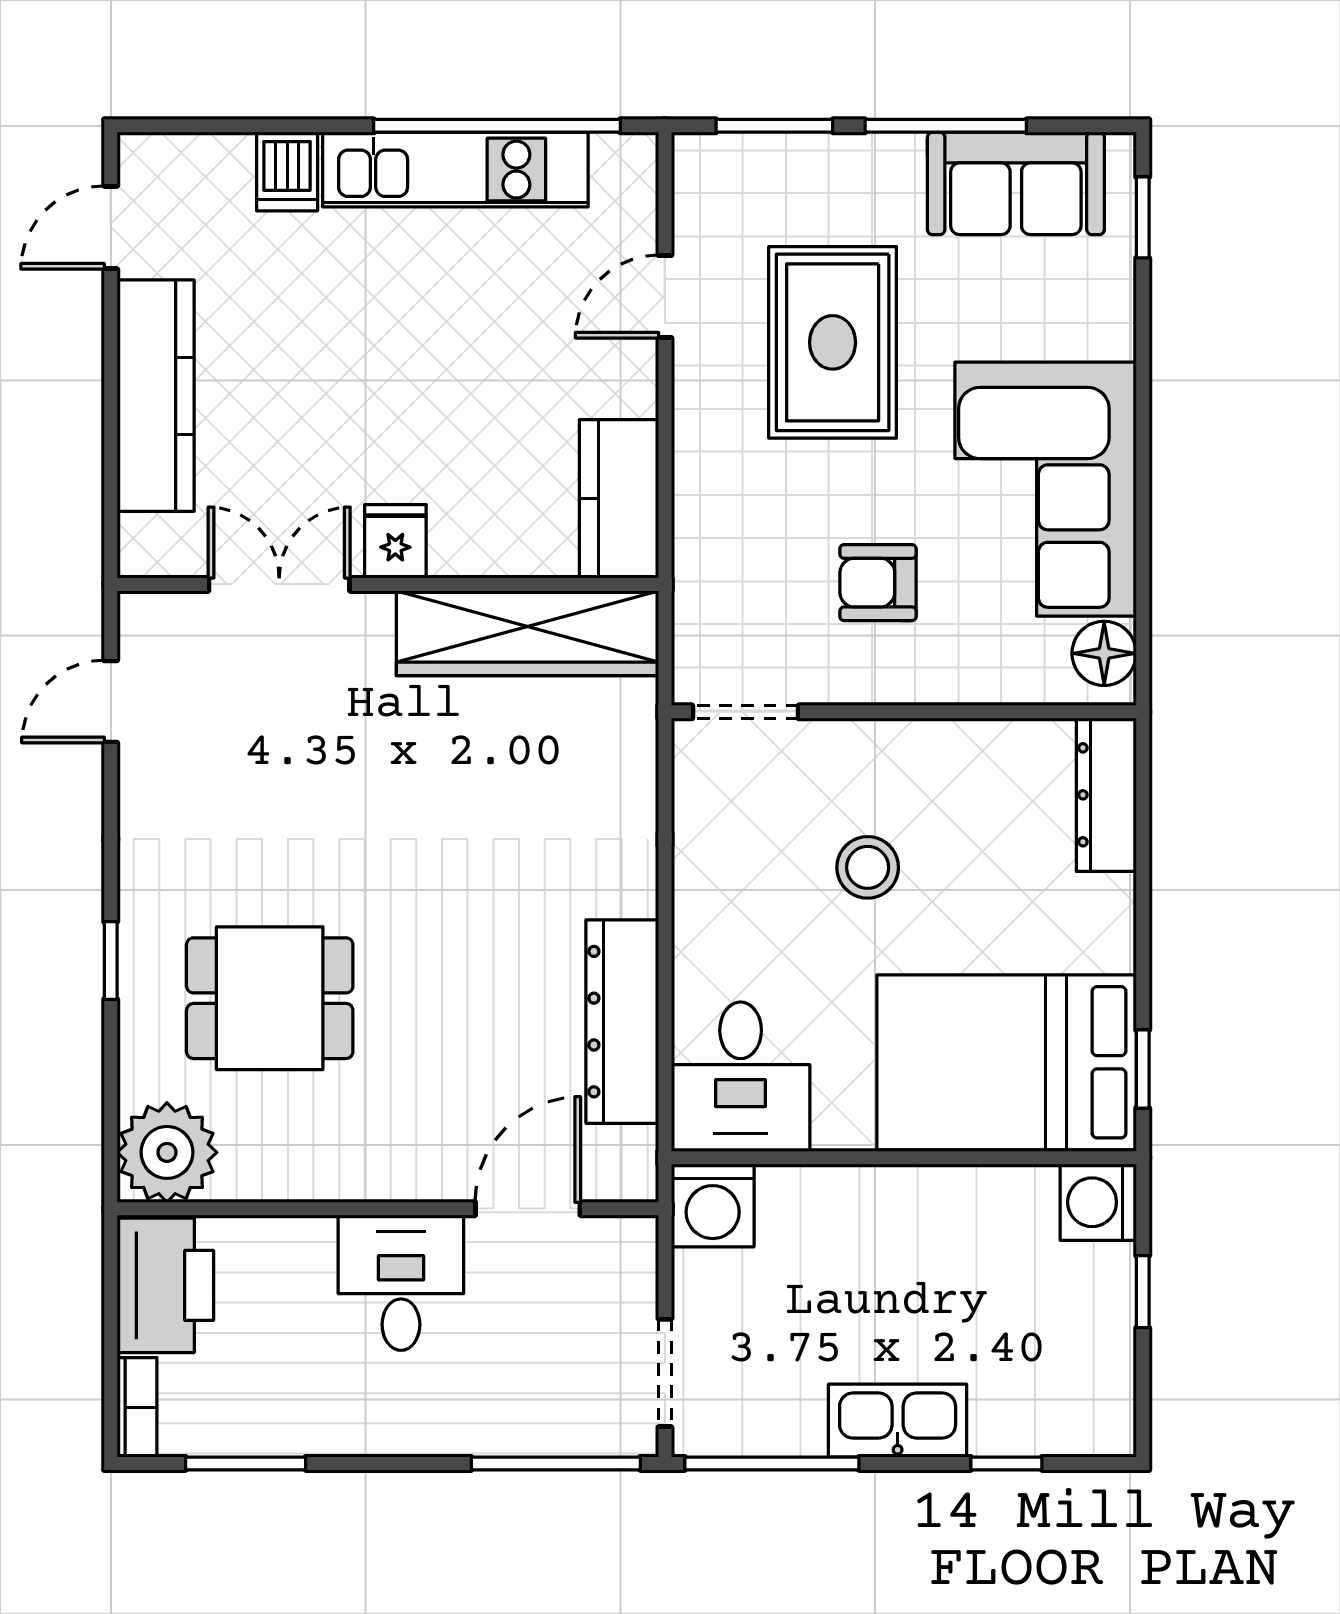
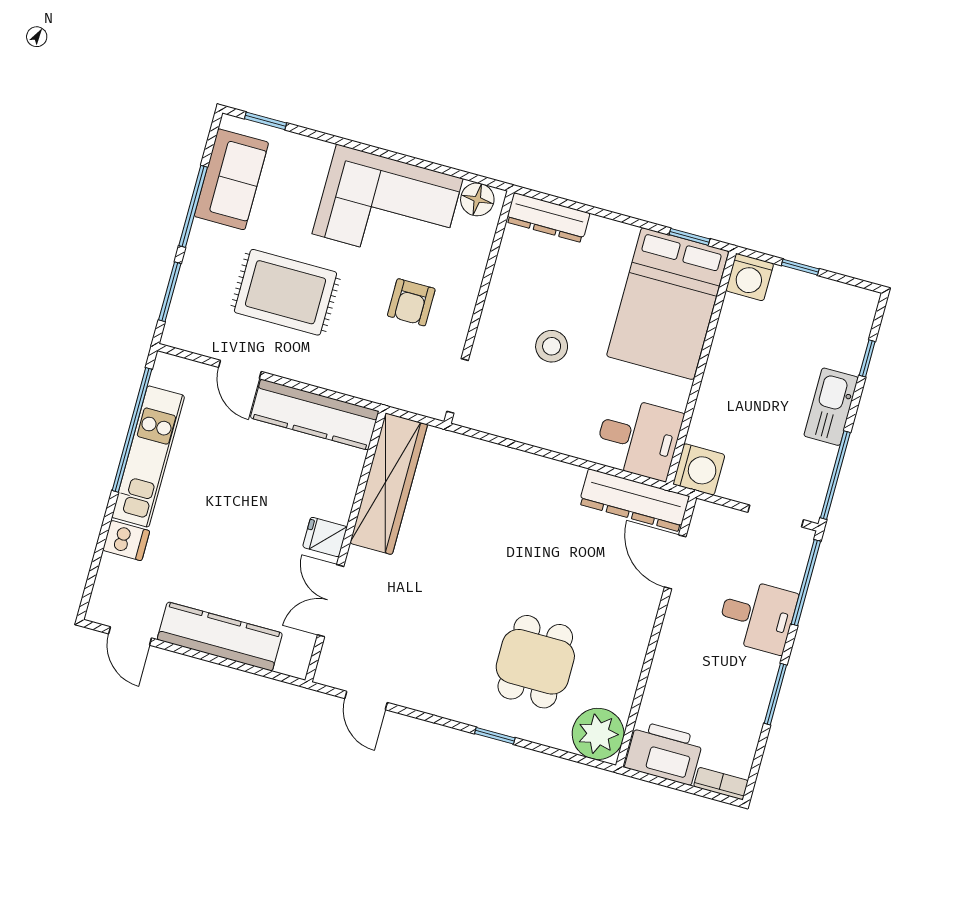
kitchen counter: (619, 499) -> (315, 414), width x1.50
dresser: (622, 1022) -> (634, 500), moved
desk: (401, 1283) -> (757, 616), moved, turned 180
window: (246, 1463) -> (775, 694), moved

